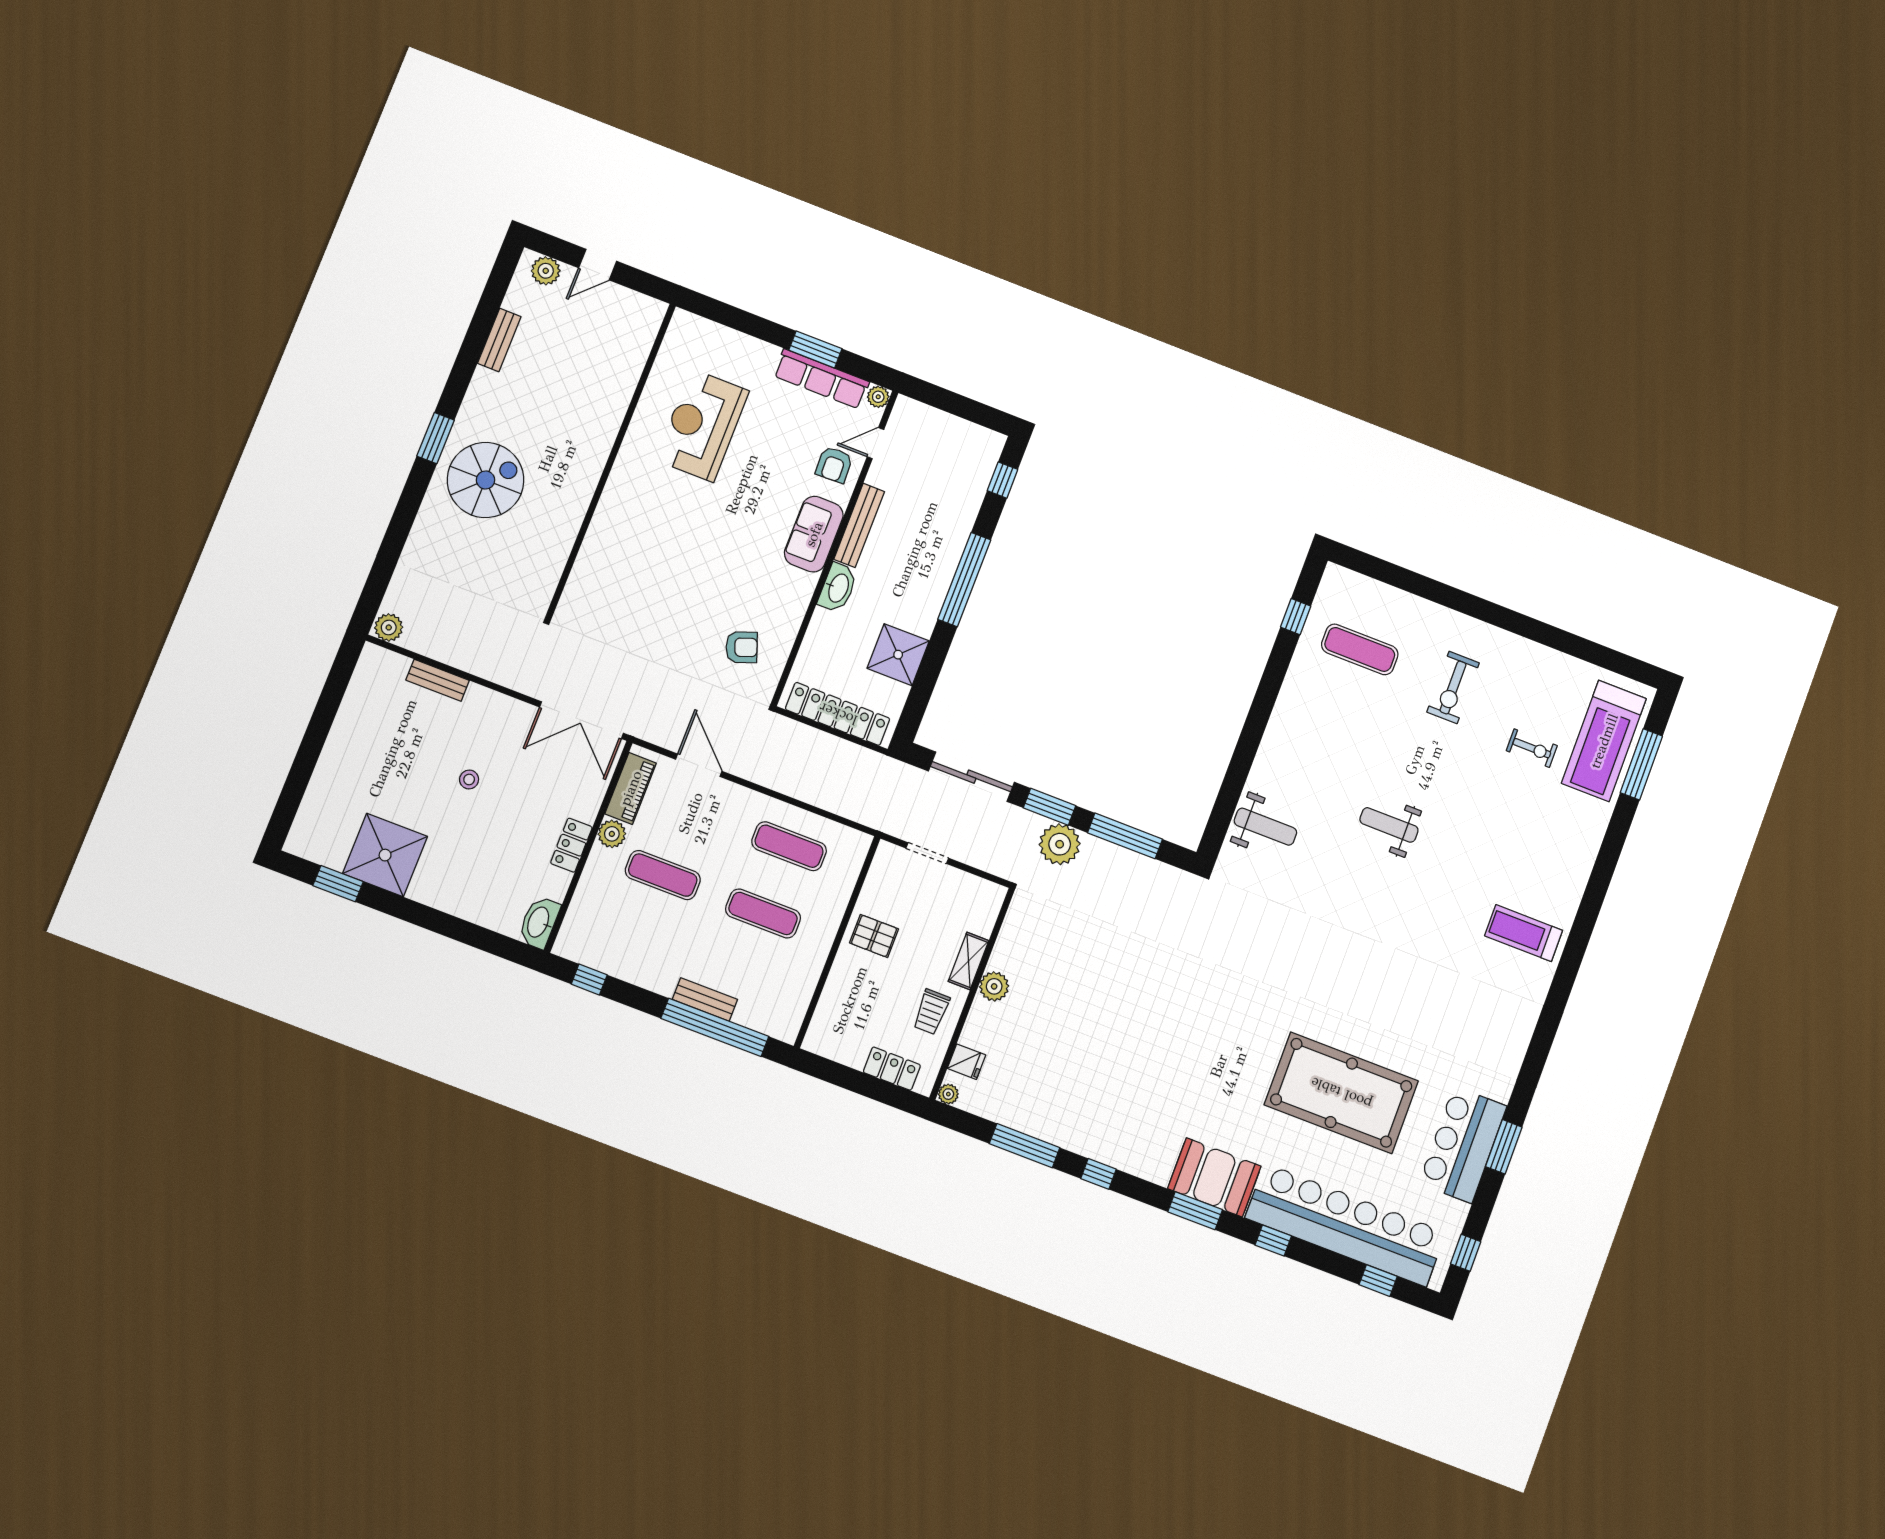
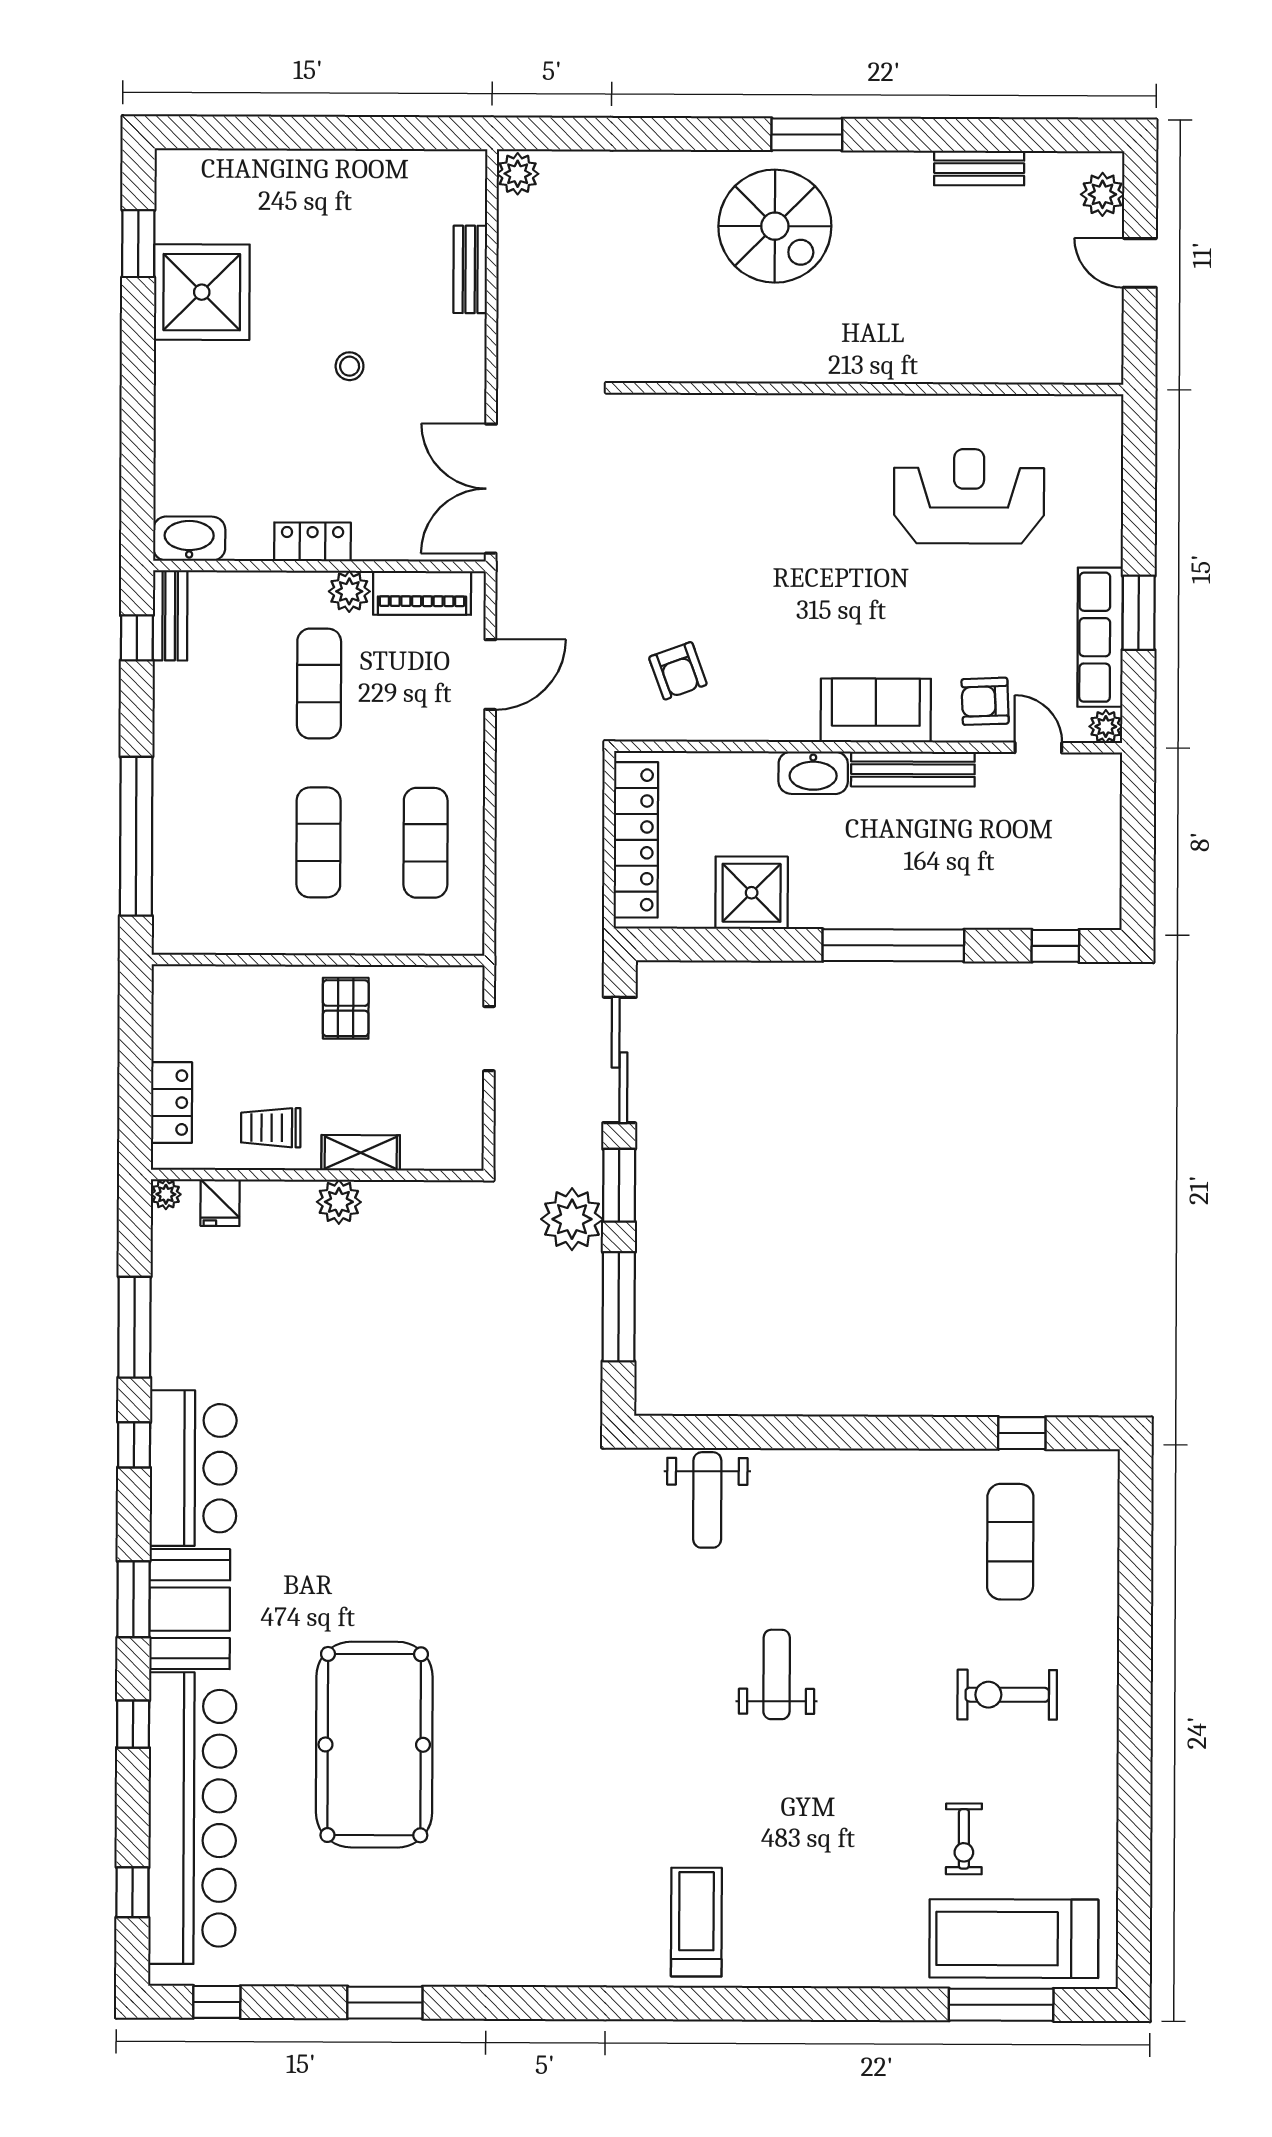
bench: (705, 999) -> (170, 615), moved
bar counter: (1463, 1145) -> (193, 1468), moved, turned 90

